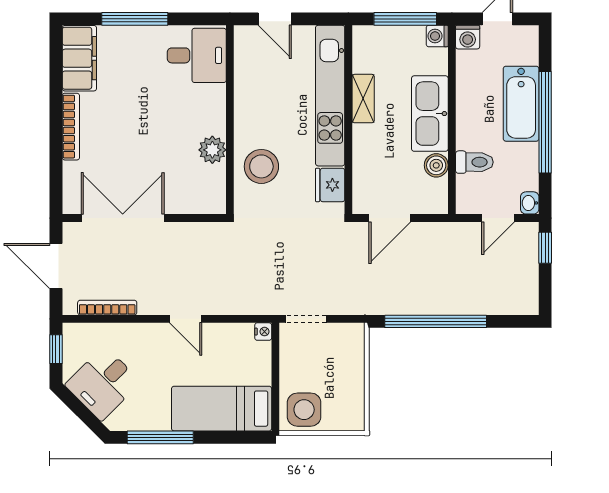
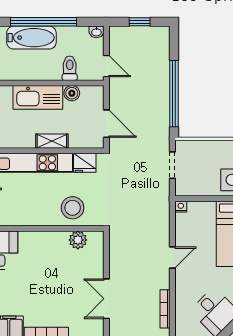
shelving: (363, 99) -> (52, 141), moved
plant: (212, 150) -> (78, 240), moved
double door: (123, 218) -> (106, 299), width x0.73
door: (498, 218) -> (106, 66), moved
window: (545, 248) -> (140, 22), moved
doorway: (306, 319) -> (172, 165), moved

